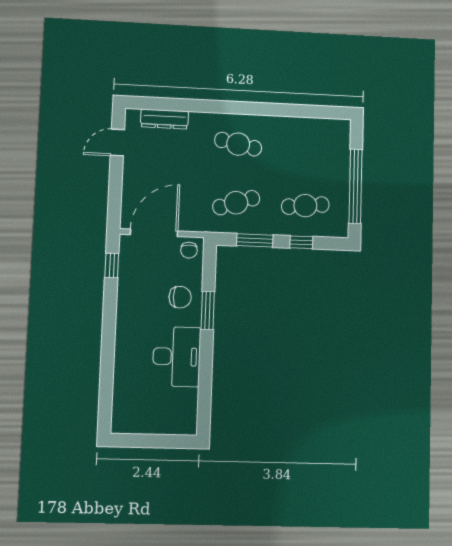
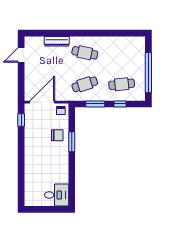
dresser: (165, 119) -> (57, 41), moved
desk: (177, 357) -> (57, 195), moved, width x0.73

